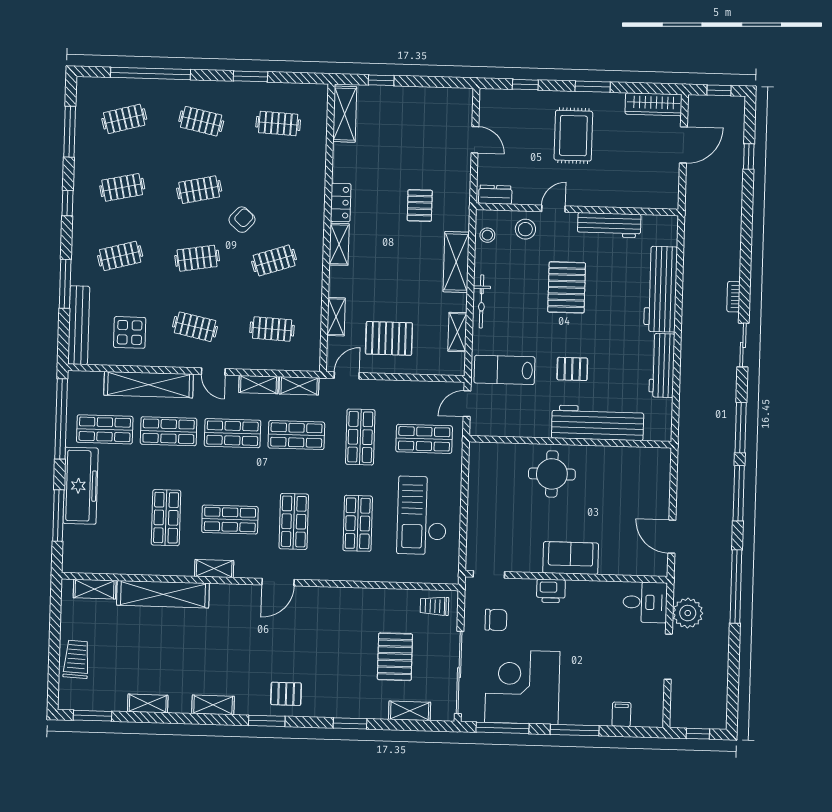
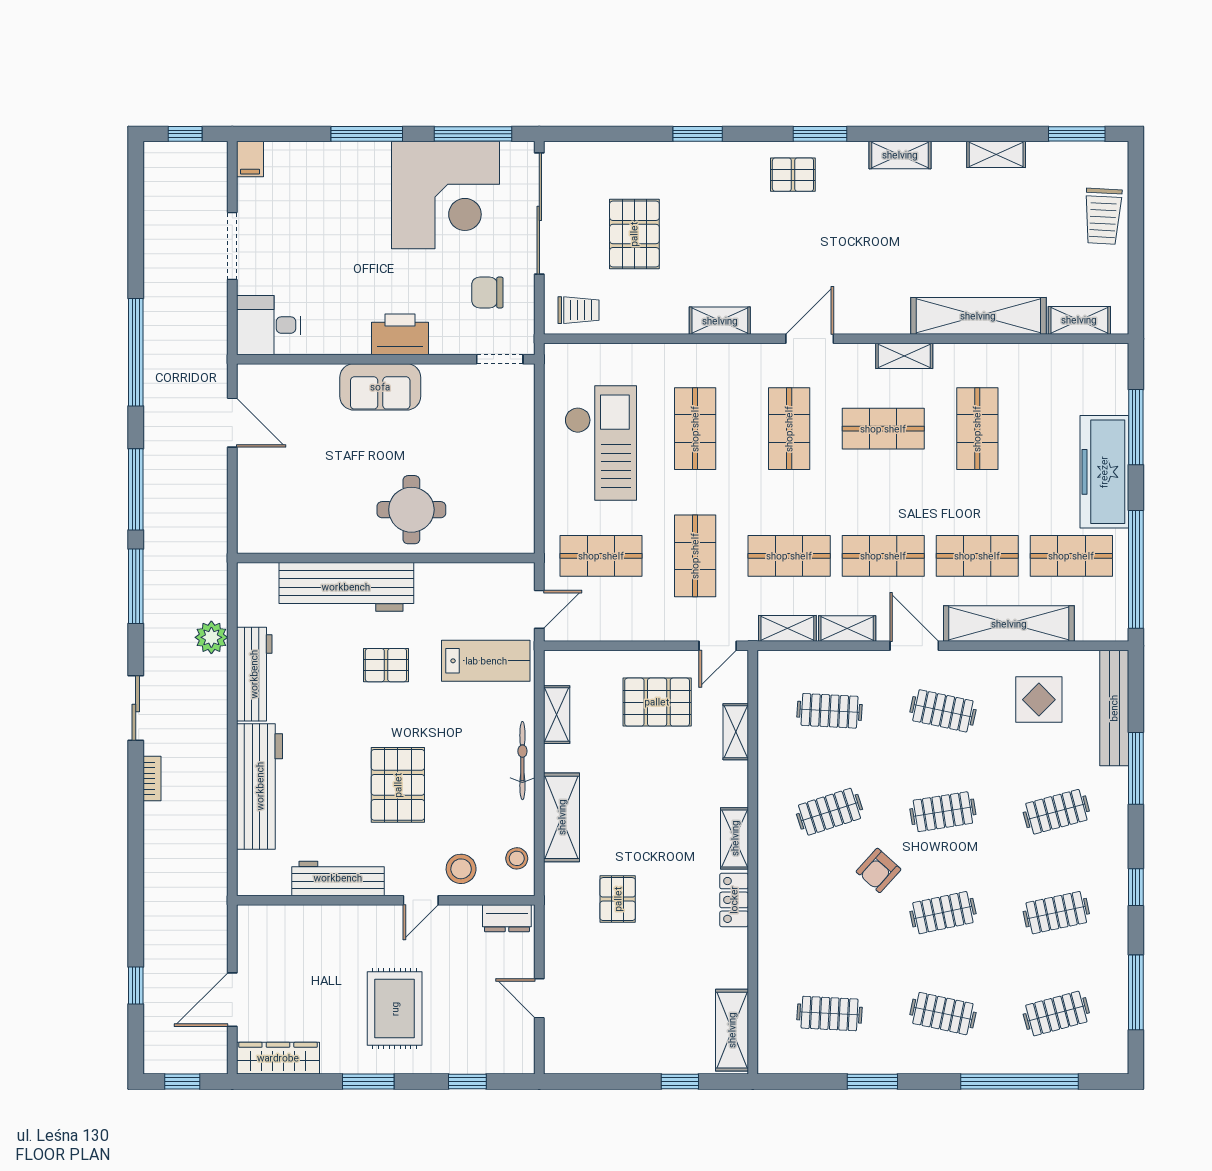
door: (213, 371) -> (914, 646), width x1.38
printer: (551, 591) -> (400, 334), width x1.37, depth x1.19
plant: (688, 613) -> (211, 637), moved, width x0.73, depth x0.73
shelving: (410, 711) -> (720, 321), moved
filing cabinet: (621, 714) -> (250, 159), moved

